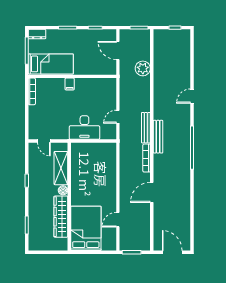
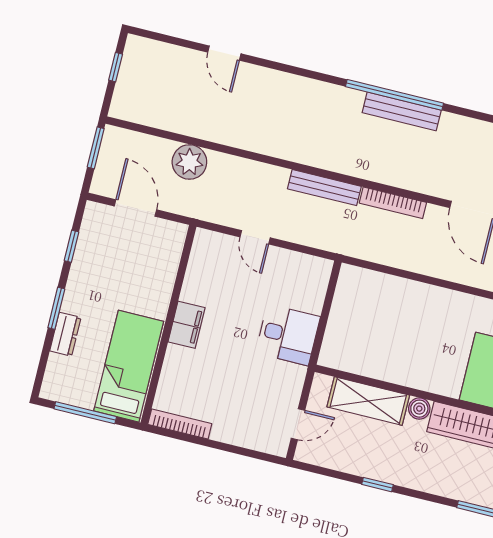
dresser: (37, 34) -> (65, 334), moved
door: (118, 51) -> (135, 208), swing flipped
filing cabinet: (70, 84) -> (187, 325), width x2.00
door: (192, 96) -> (224, 53), moved
door: (118, 117) -> (255, 237), moved
desk: (84, 128) -> (288, 335), width x0.73
bench: (158, 137) -> (402, 111), moved

